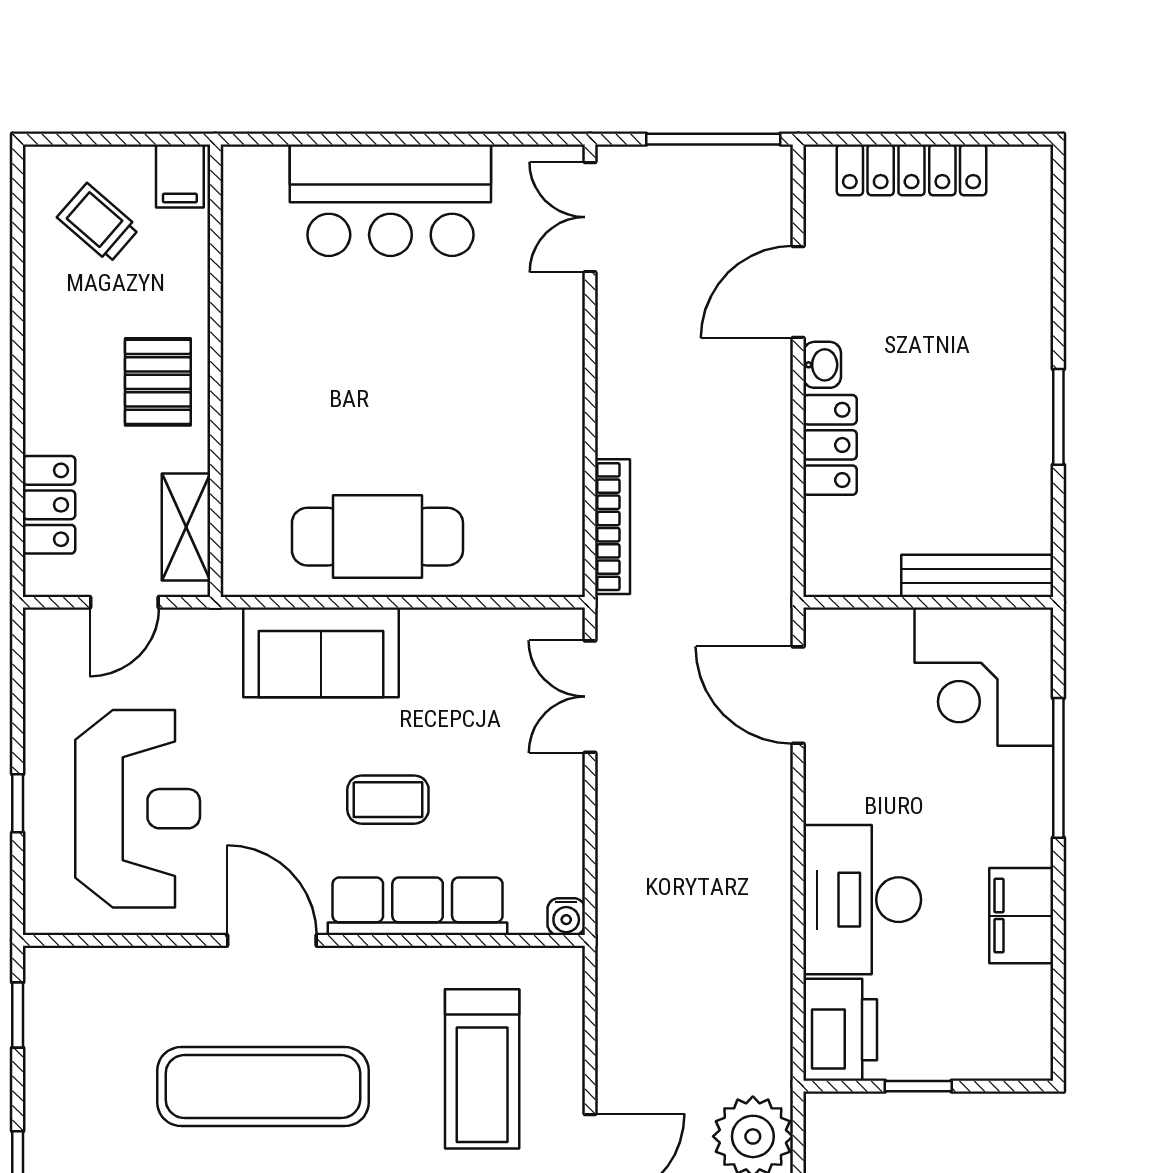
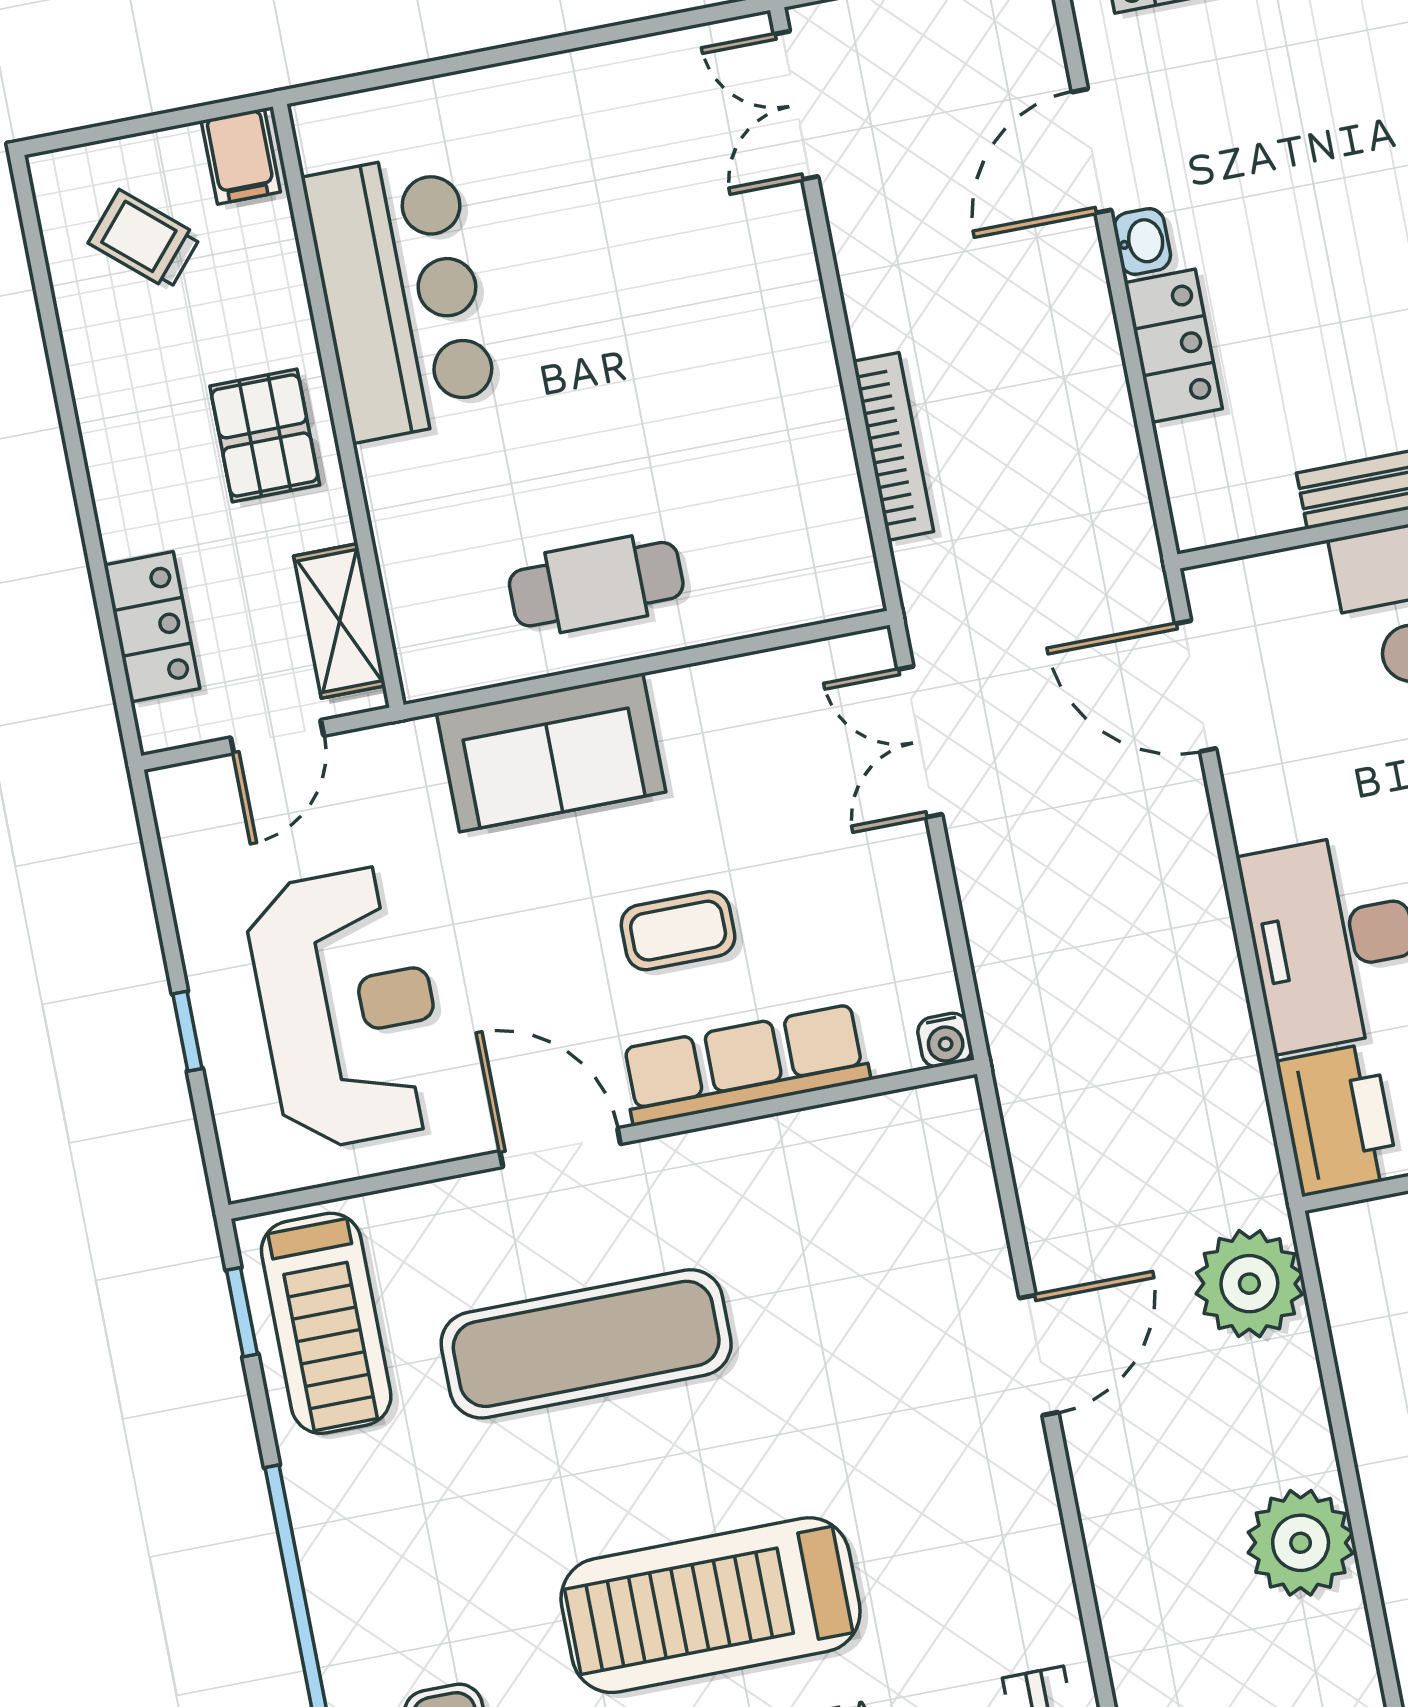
bar counter: (390, 200) -> (401, 296), moved, turned -90
bookcase: (613, 527) -> (893, 446), moved
cafe table: (377, 537) -> (596, 584), width x0.73, depth x0.74
treadmill: (482, 1069) -> (326, 1323), moved

